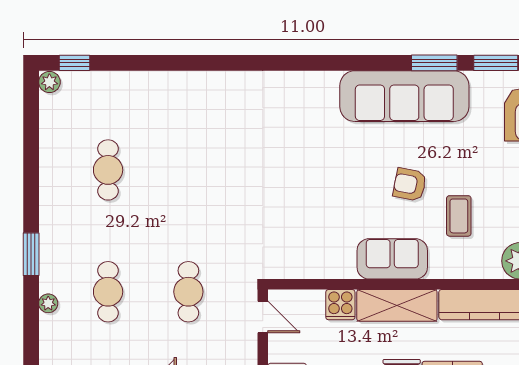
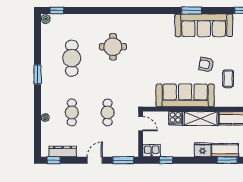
window: (434, 63) -> (192, 10), moved
round table: (200, 144) -> (113, 47), added
cafe table: (108, 170) -> (72, 58), width x1.37, depth x1.35
window: (31, 254) -> (37, 75), moved
sofa: (392, 259) -> (185, 95), width x1.85, depth x1.27

